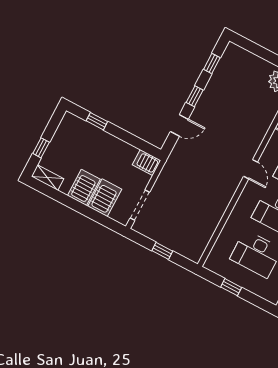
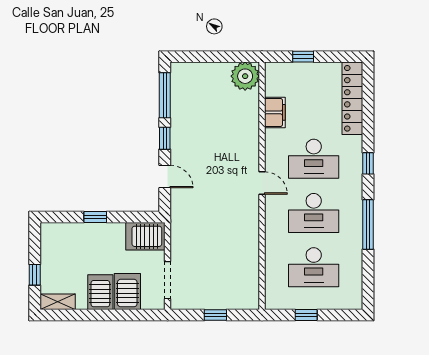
window: (212, 64) -> (165, 95), width x2.17
window: (97, 121) -> (95, 217), moved
door: (179, 125) -> (165, 177), hinge flipped
server rack: (147, 162) -> (145, 236), width x1.36, depth x1.44

